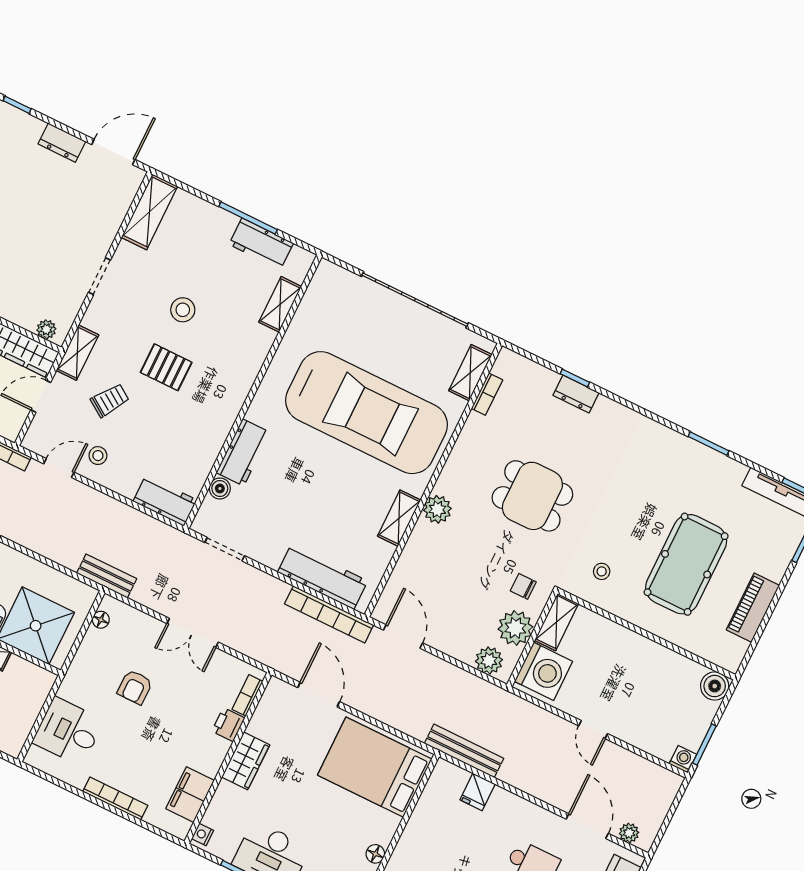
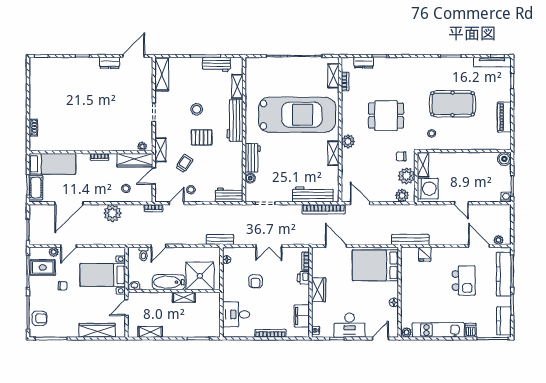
workbench: (244, 366) -> (235, 120), added
dresser: (576, 394) -> (364, 63), moved
pool table: (686, 564) -> (453, 104), moved, turned 90

